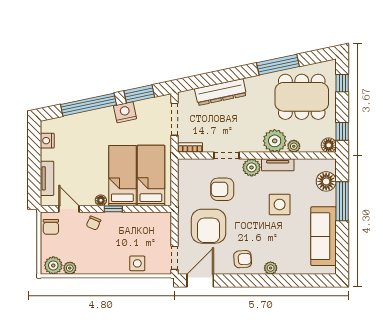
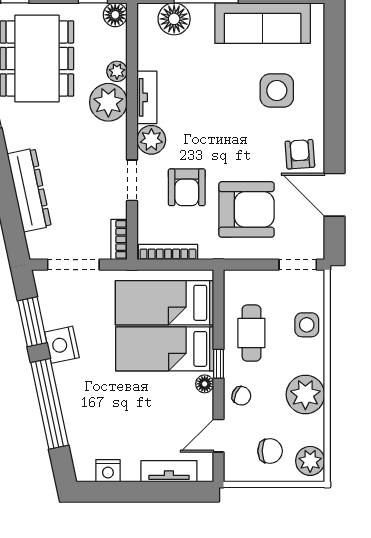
bookcase: (182, 178) -> (168, 252), added
side table: (280, 204) -> (277, 91), moved
chair: (51, 227) -> (270, 451), moved
cafe table: (132, 229) -> (251, 333), added
plant: (70, 268) -> (305, 394), moved, width x1.87, depth x1.87
plant: (271, 268) -> (314, 109), removed
door: (200, 281) -> (335, 195), moved

